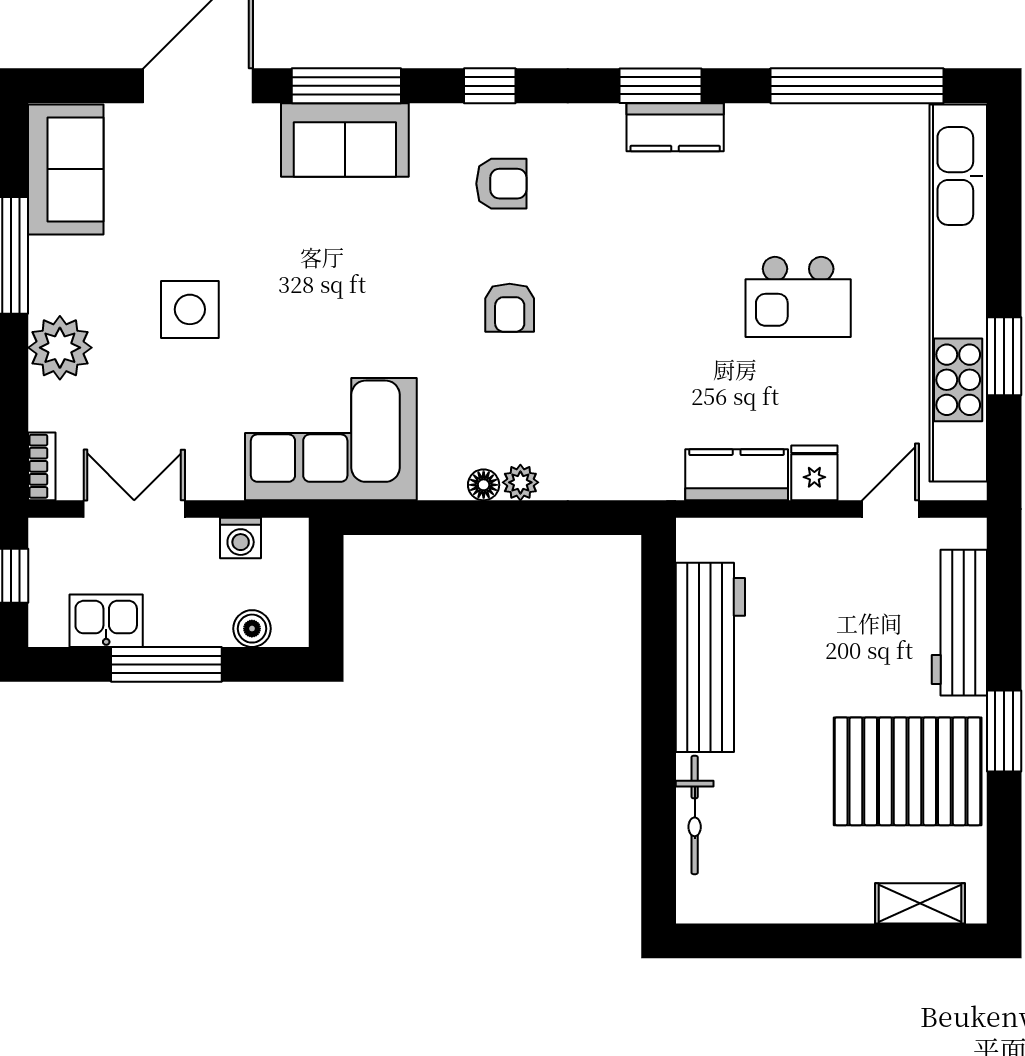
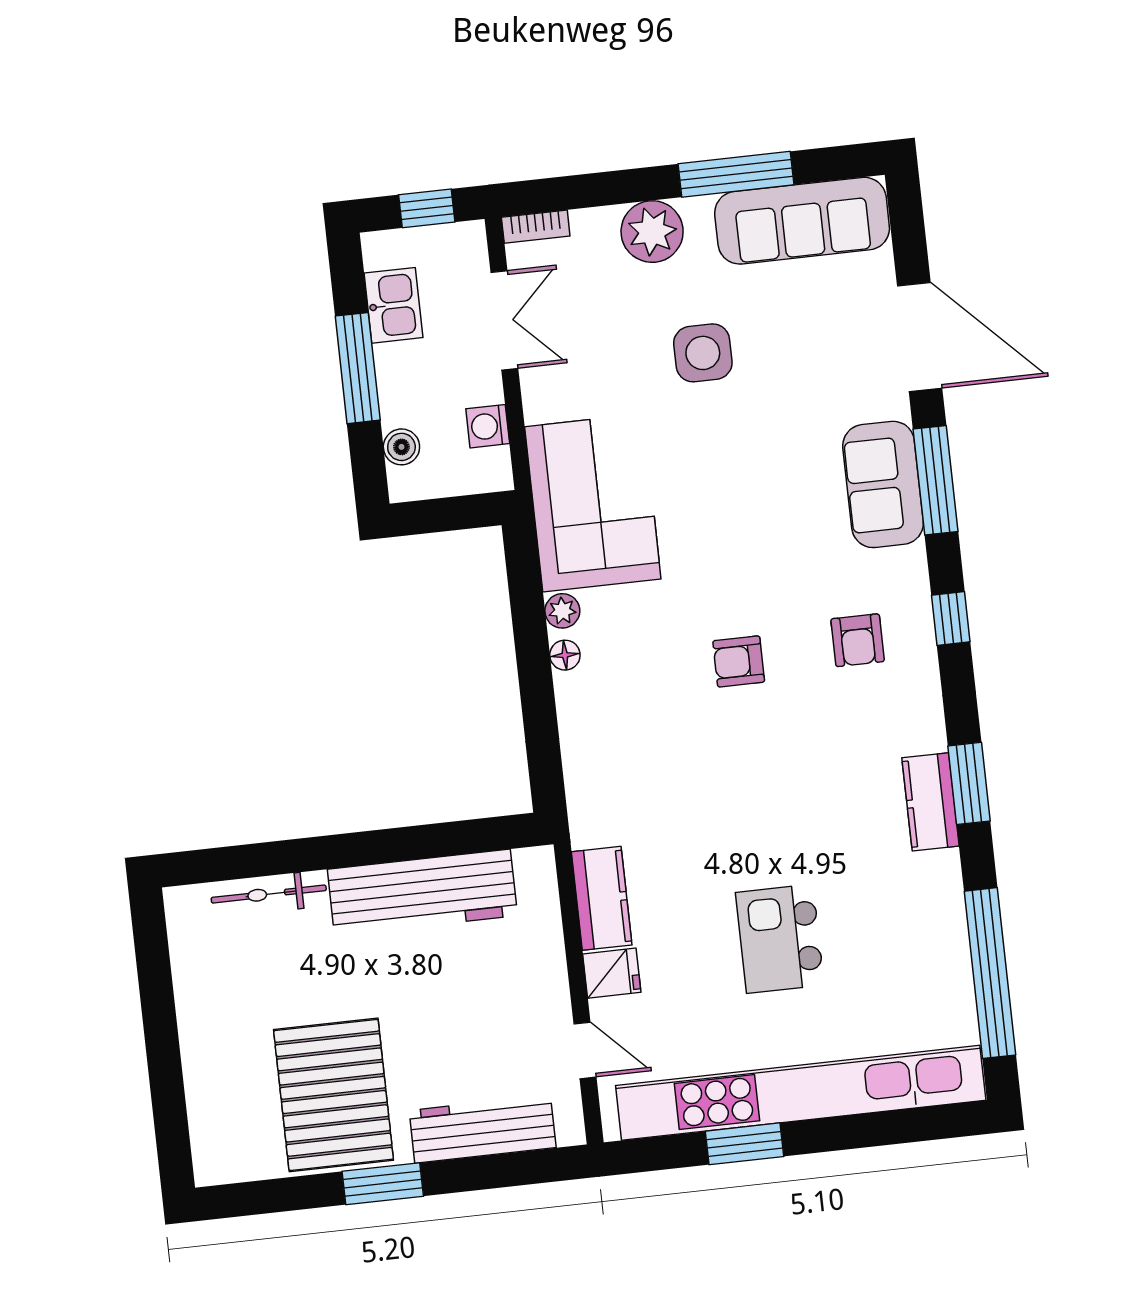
sofa: (66, 169) -> (802, 221), width x1.36
plant: (520, 482) -> (562, 611), moved
shelving: (920, 903) -> (207, 1121), removed

